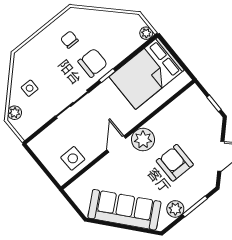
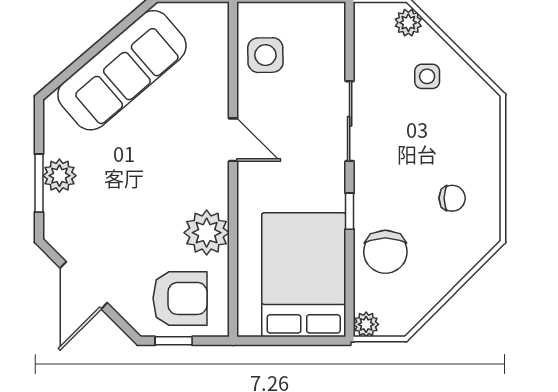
chair: (93, 63) -> (385, 252), moved
plant: (143, 140) -> (207, 233), moved
armchair: (175, 163) -> (180, 298), moved
plant: (175, 209) -> (59, 176), moved

